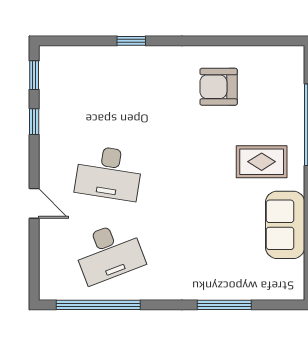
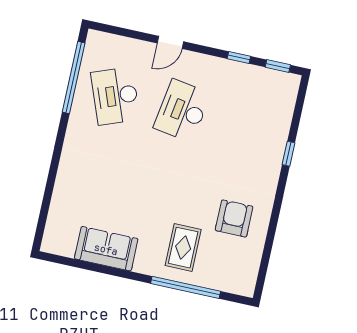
rug: (262, 162) -> (183, 248), moved
window: (224, 305) -> (50, 183), removed

